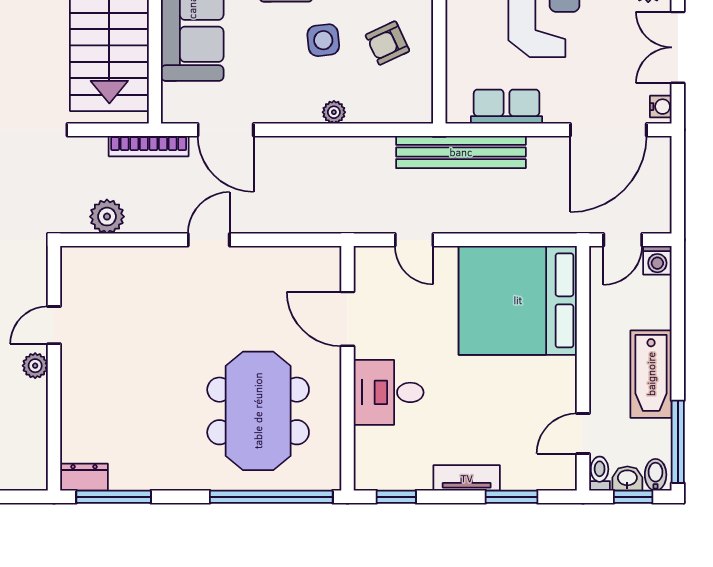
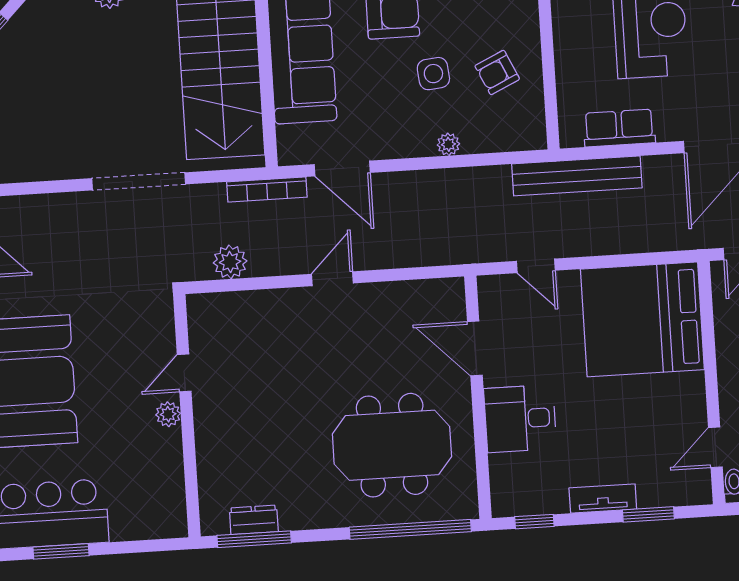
meeting table: (258, 411) -> (392, 445), turned 90
dresser: (84, 477) -> (254, 520), moved

